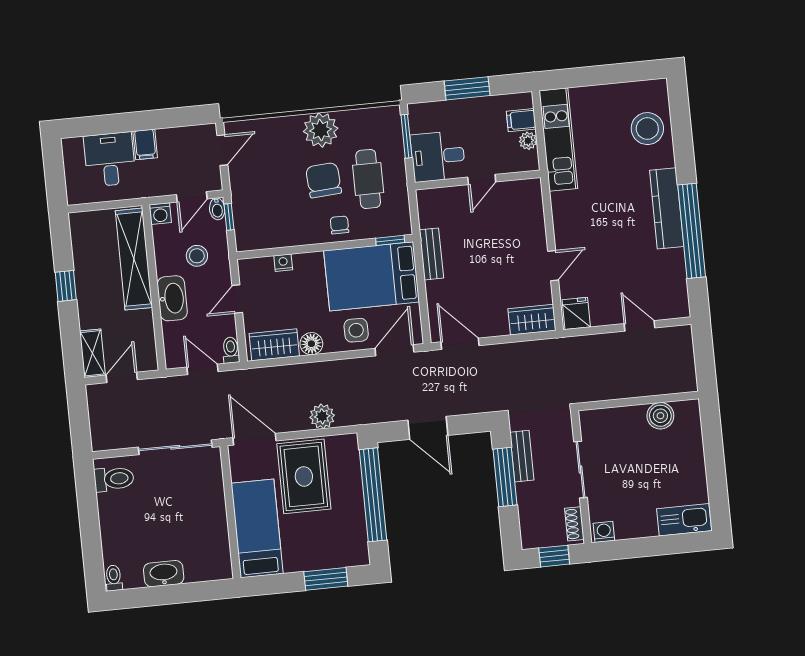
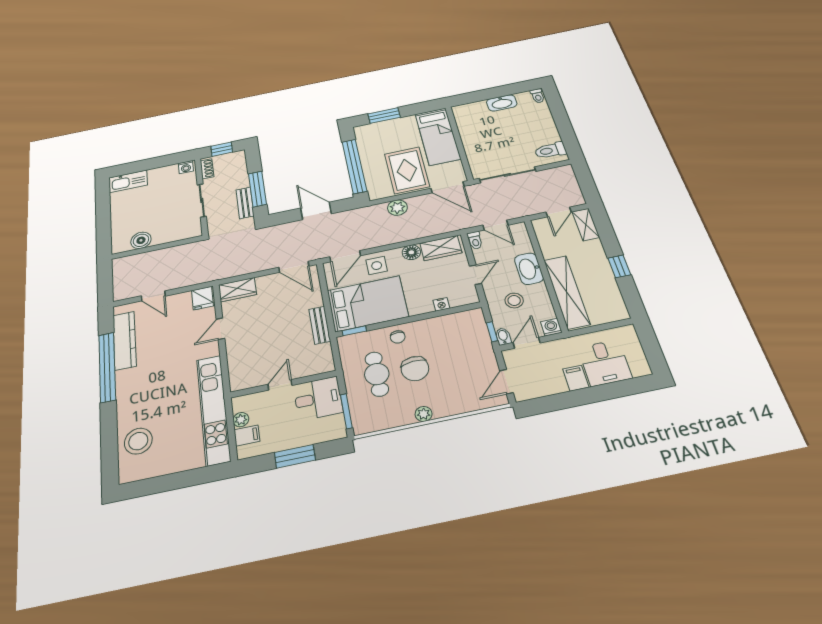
plant: (321, 130) -> (424, 414), width x0.53, depth x0.53
kitchen unit: (558, 140) -> (213, 409), width x1.36
kitchen counter: (667, 208) -> (125, 340), moved

